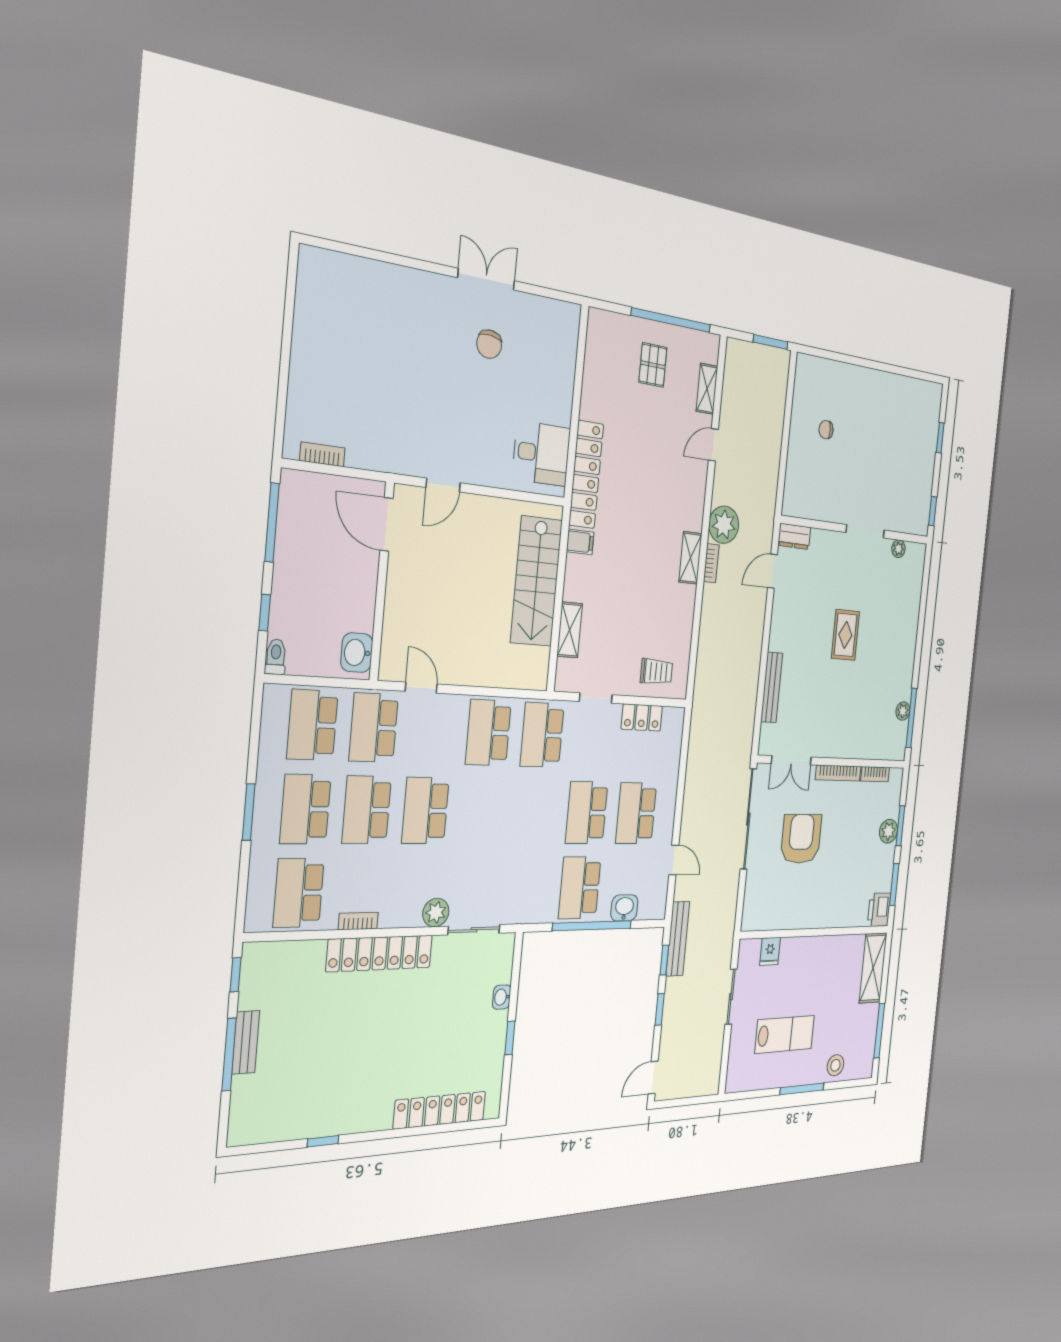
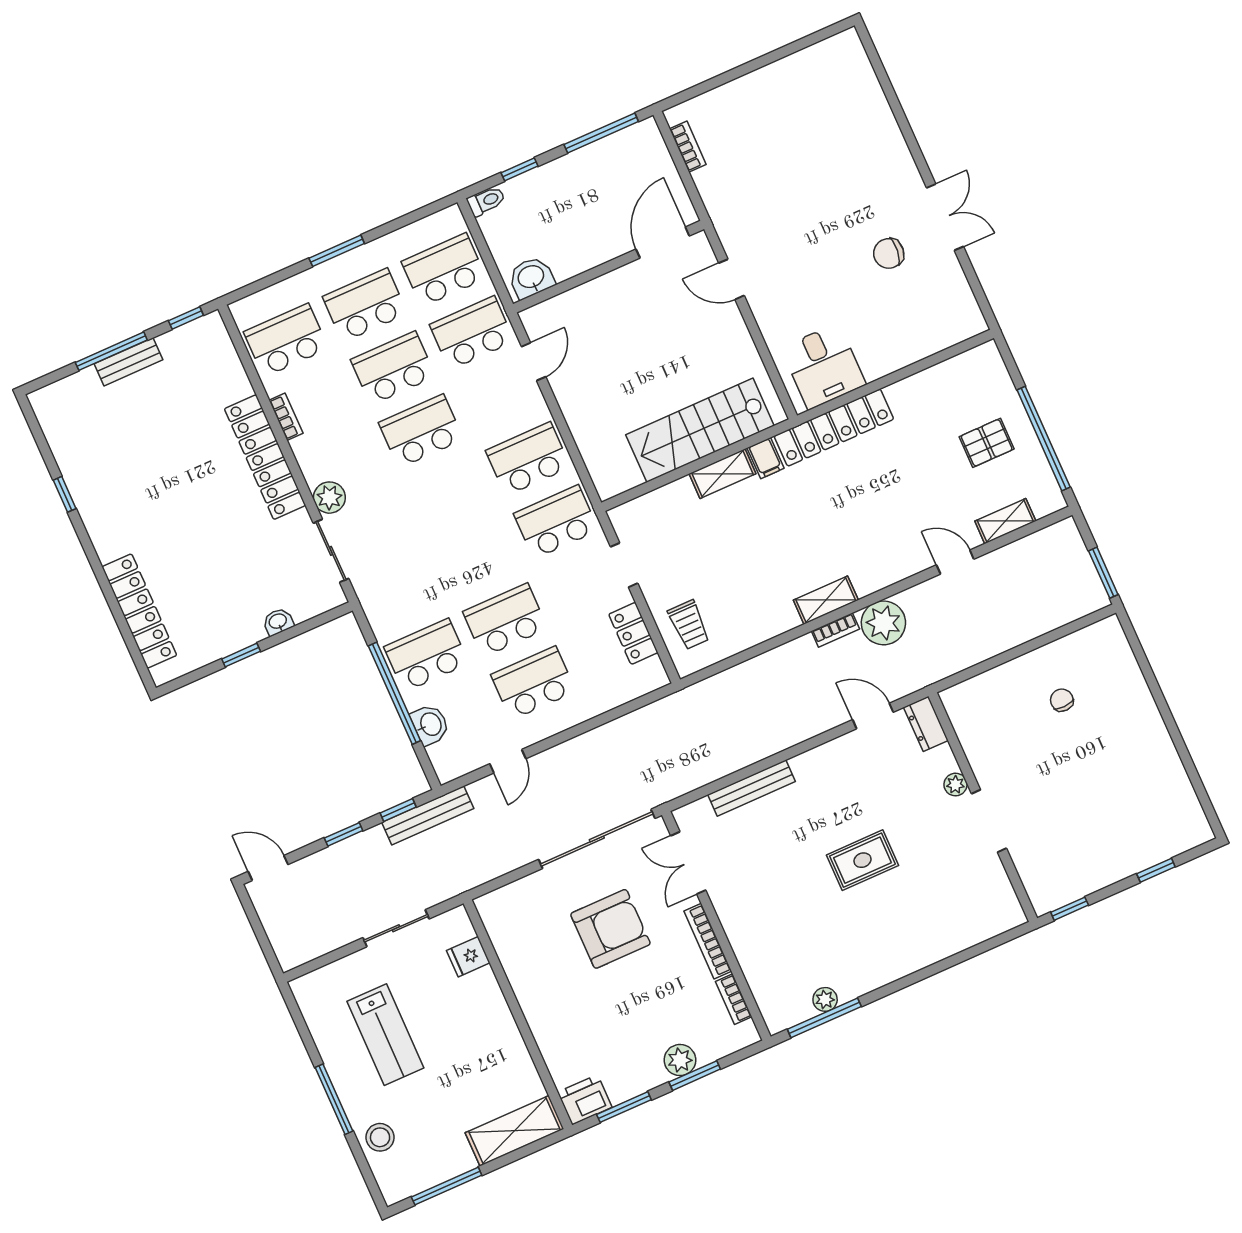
plant: (898, 549) -> (955, 785), moved
shelving: (570, 630) -> (723, 474), moved

